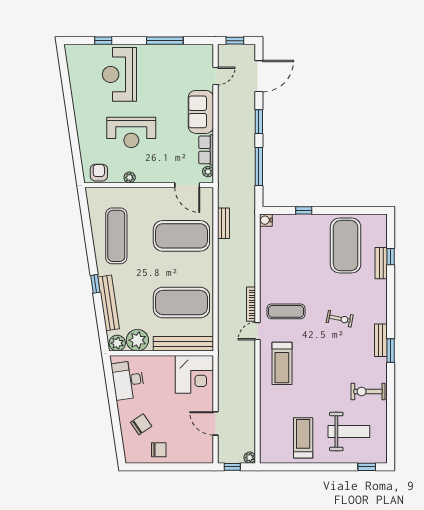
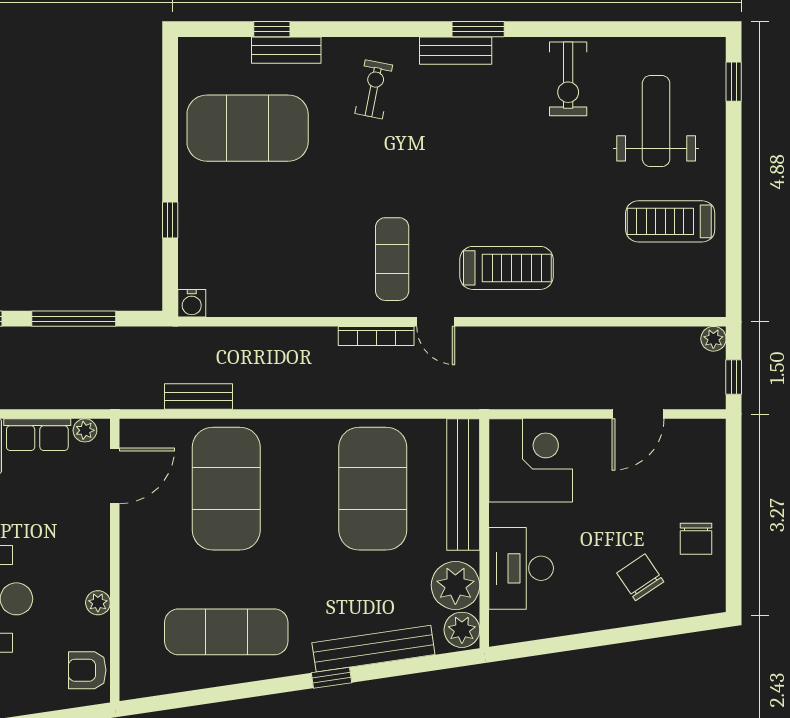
exercise bike: (340, 319) -> (374, 89), moved
desk: (128, 380) -> (521, 568), moved, turned 98
chair: (159, 450) -> (696, 539), turned 180

